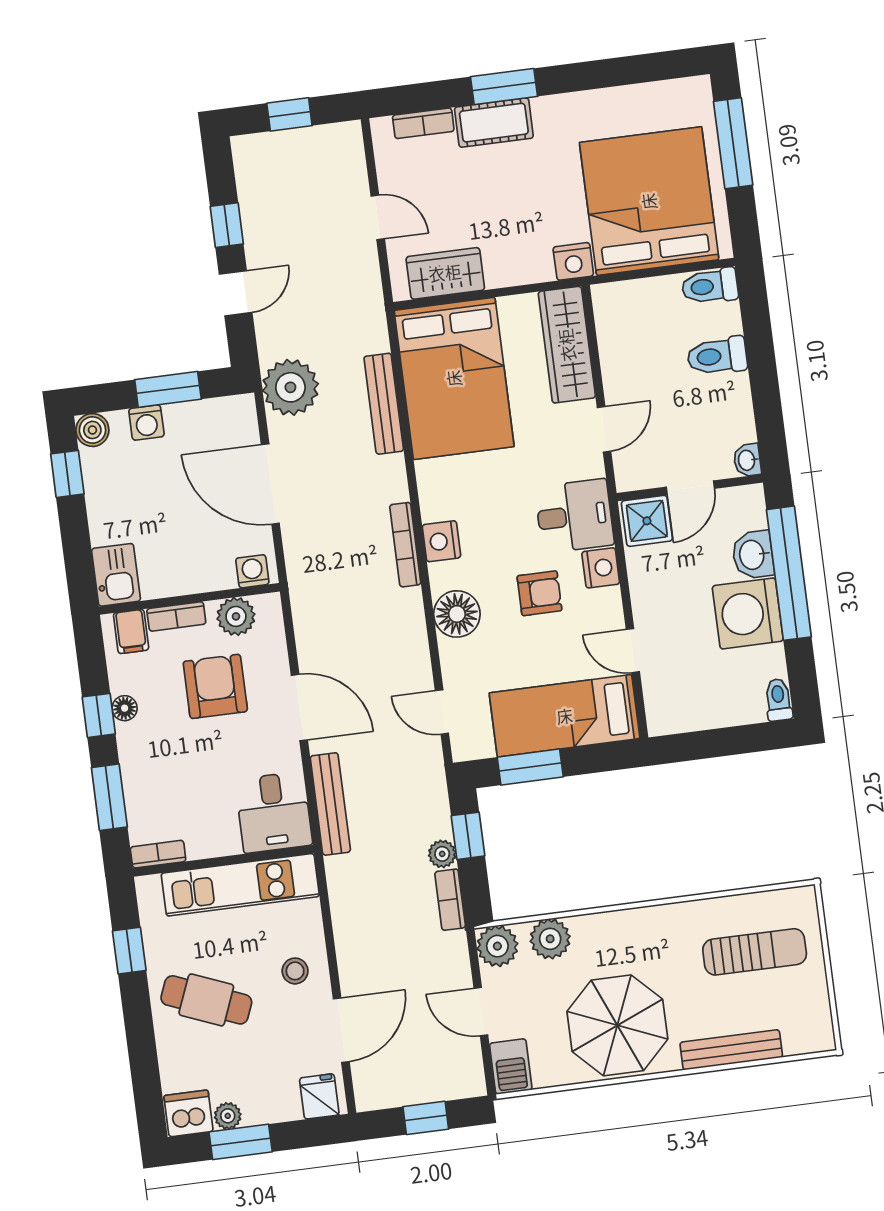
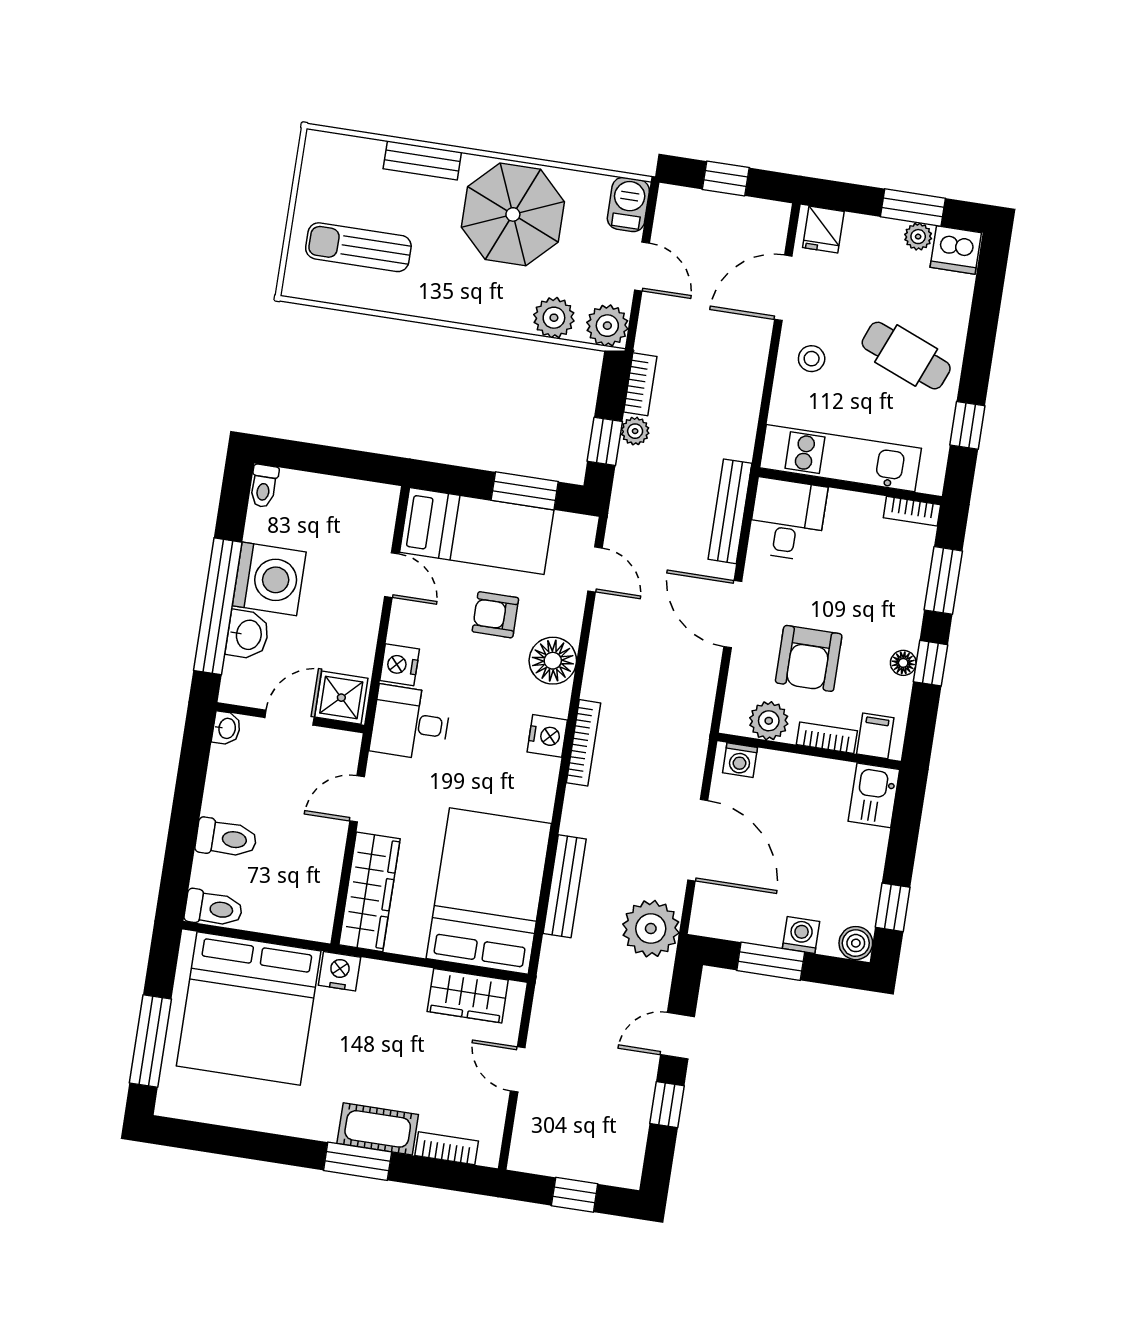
armchair: (539, 593) -> (495, 615), moved
bench: (731, 1050) -> (422, 160), width x0.73

